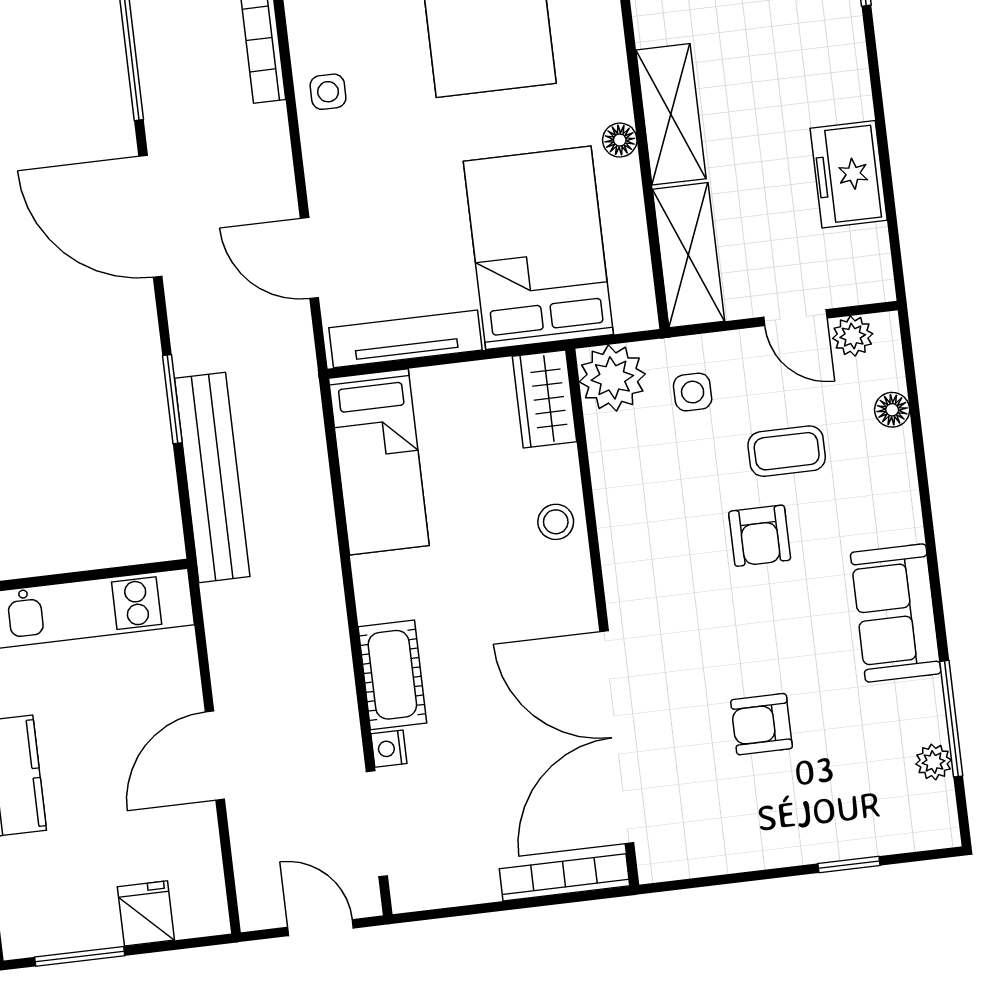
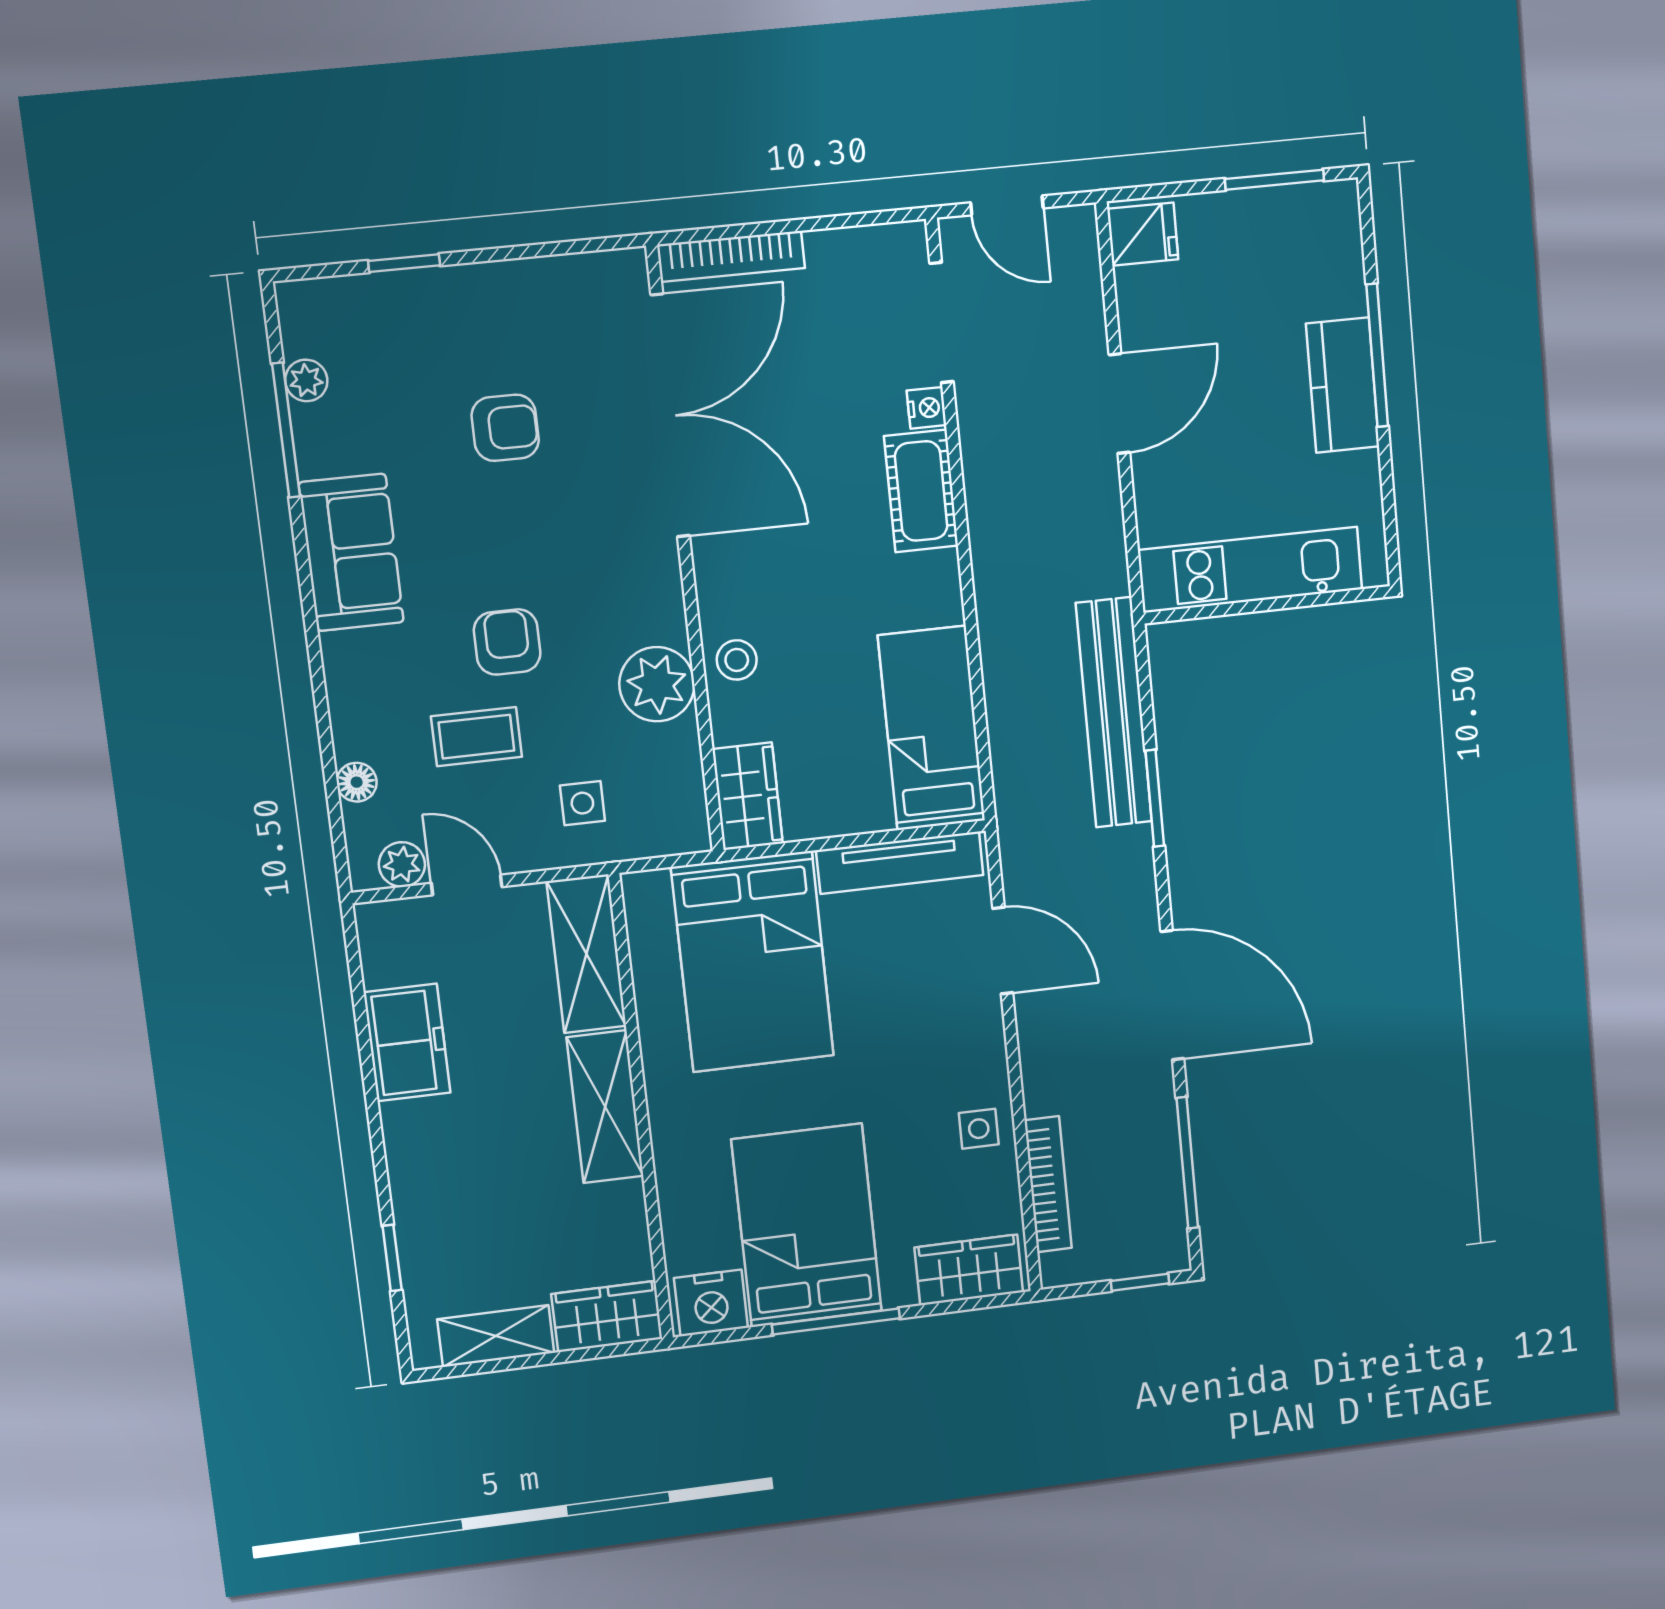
floor lamp: (620, 140) -> (662, 1079), removed
plant: (612, 378) -> (657, 684), moved
fridge: (146, 913) -> (1143, 234), moved, turned -90

